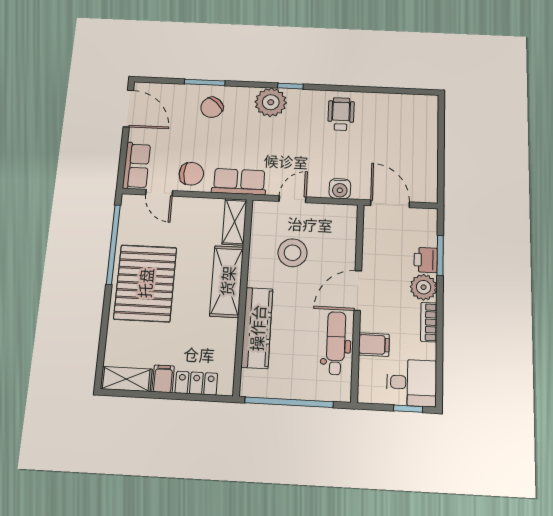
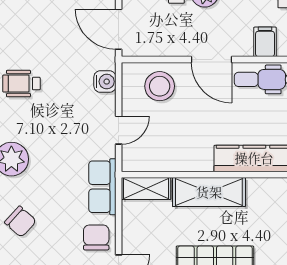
door: (292, 199) -> (119, 130), swing flipped
door: (390, 204) -> (119, 29), hinge flipped
stool: (292, 253) -> (160, 86), moved

